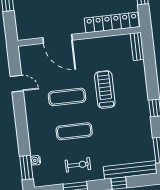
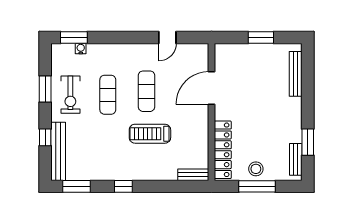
treadmill: (105, 89) -> (150, 134), turned 180
exercise bike: (78, 165) -> (70, 95), width x1.38, depth x1.39

